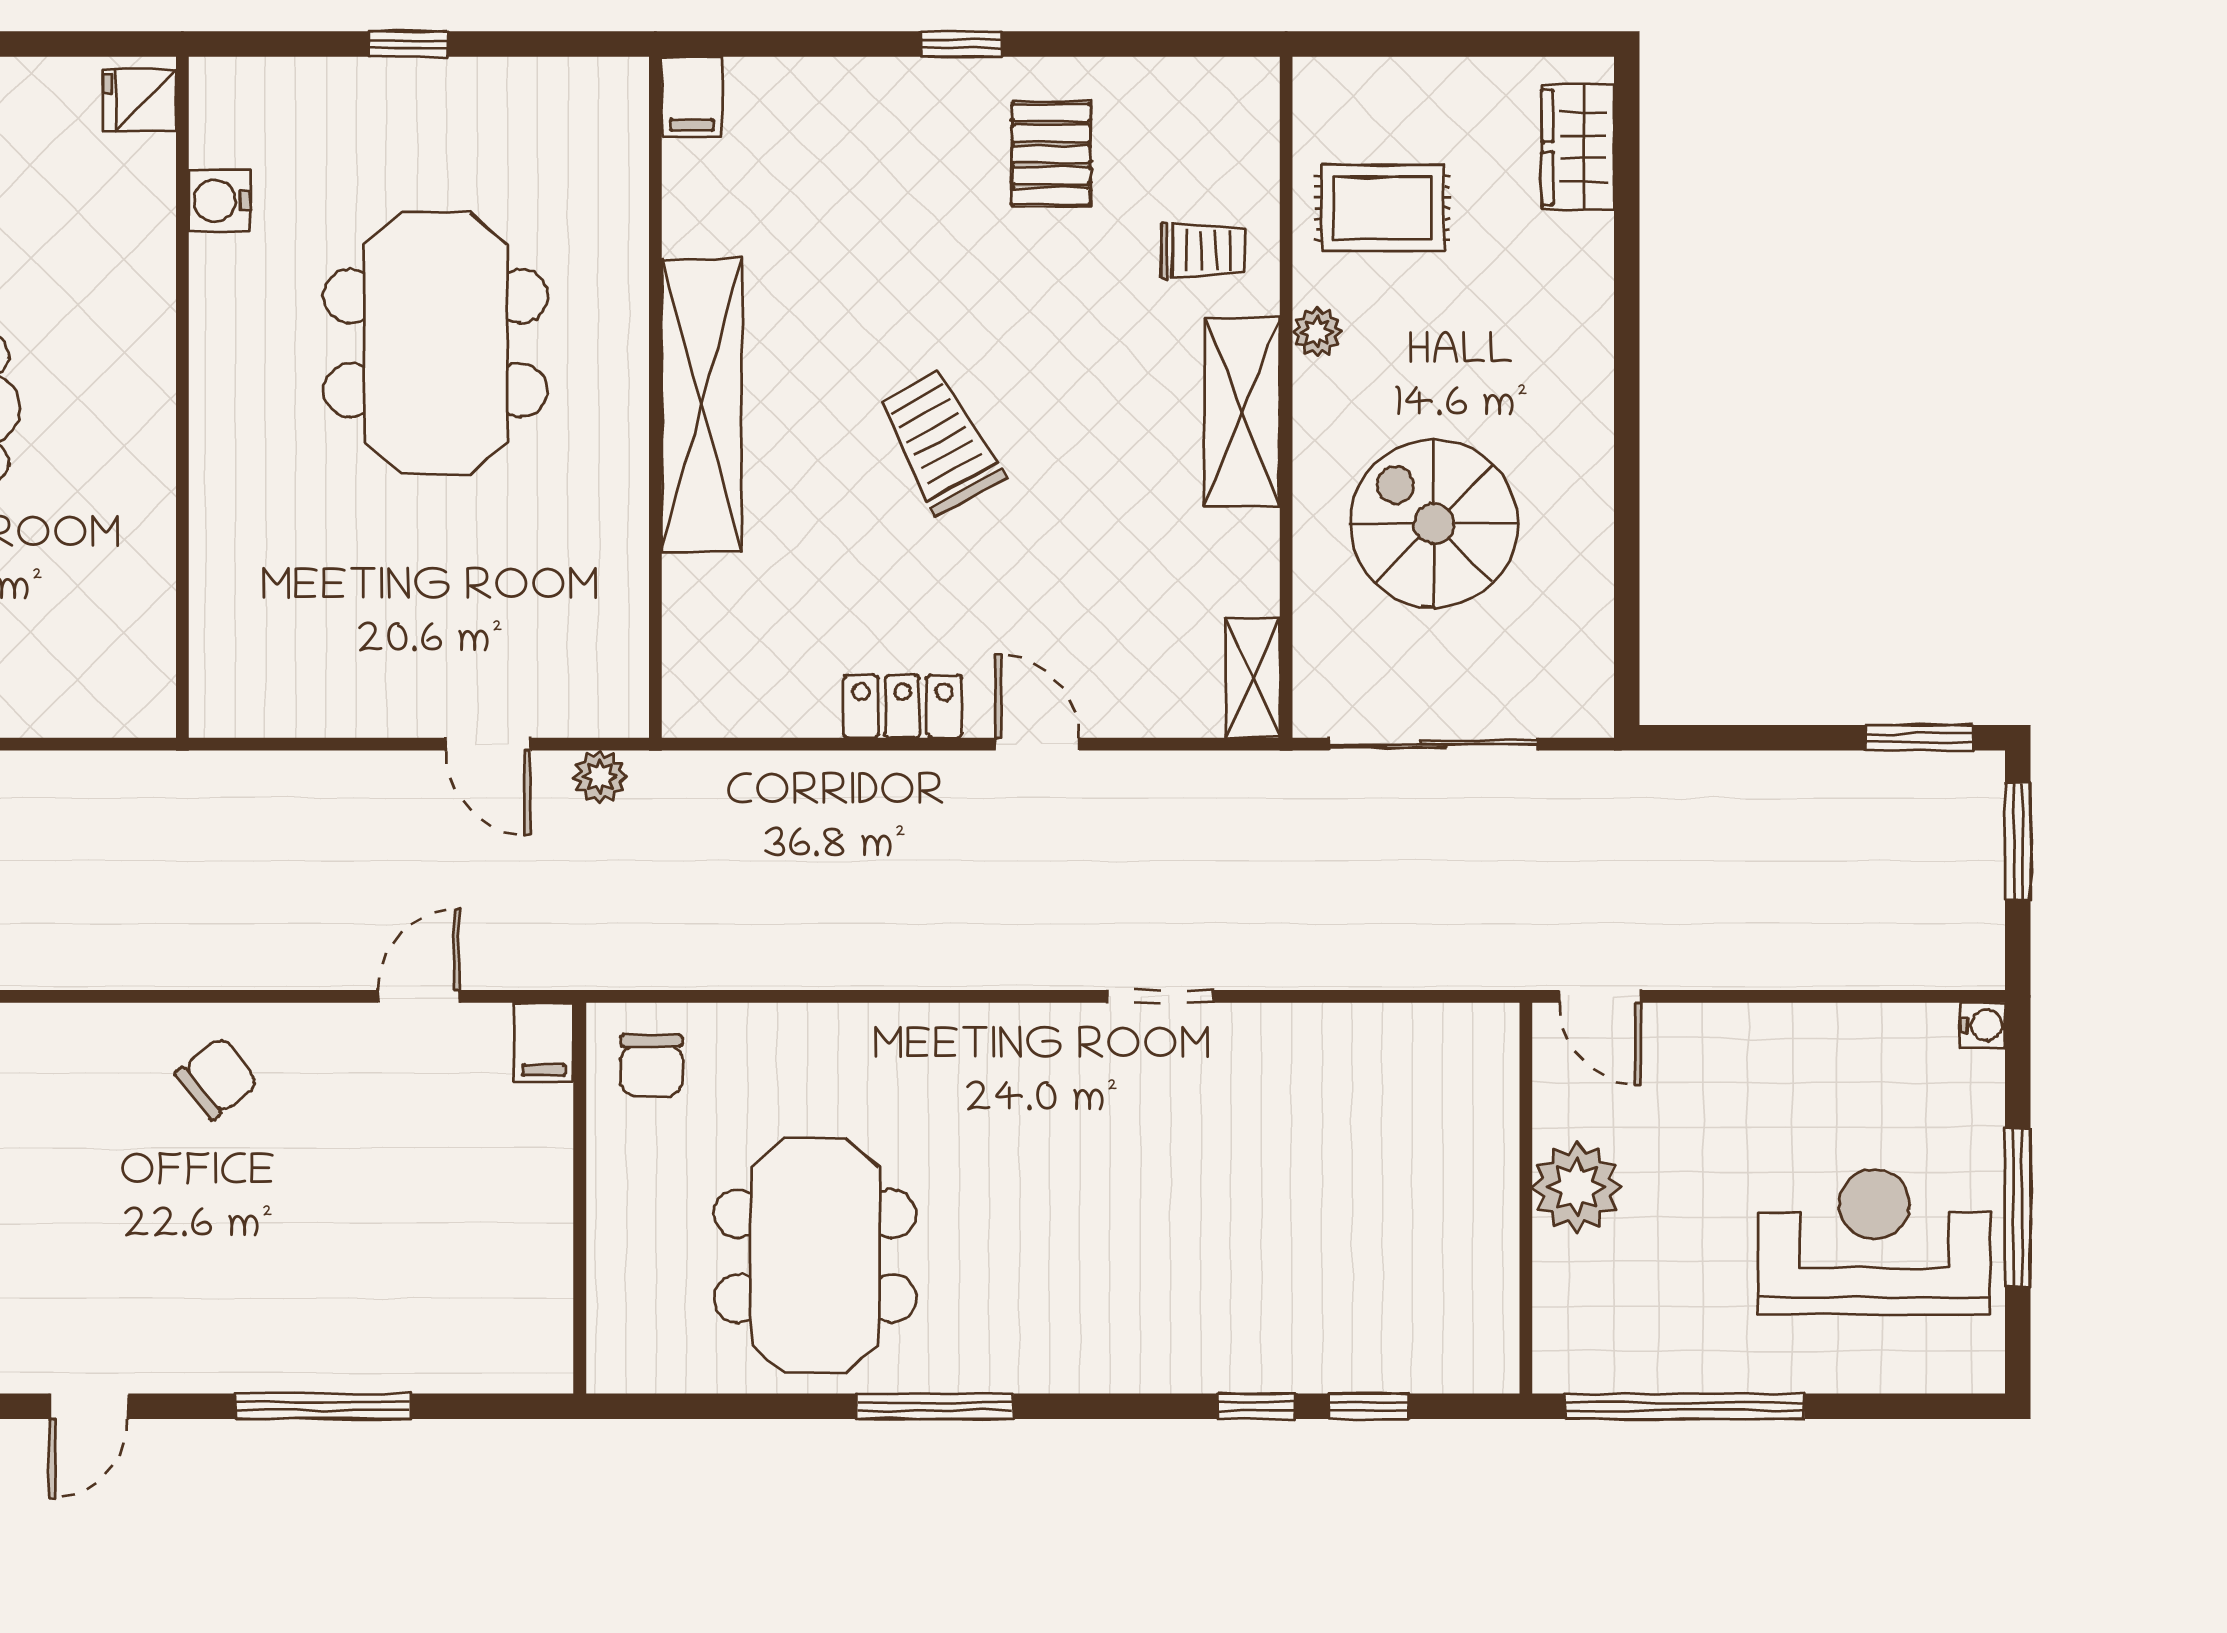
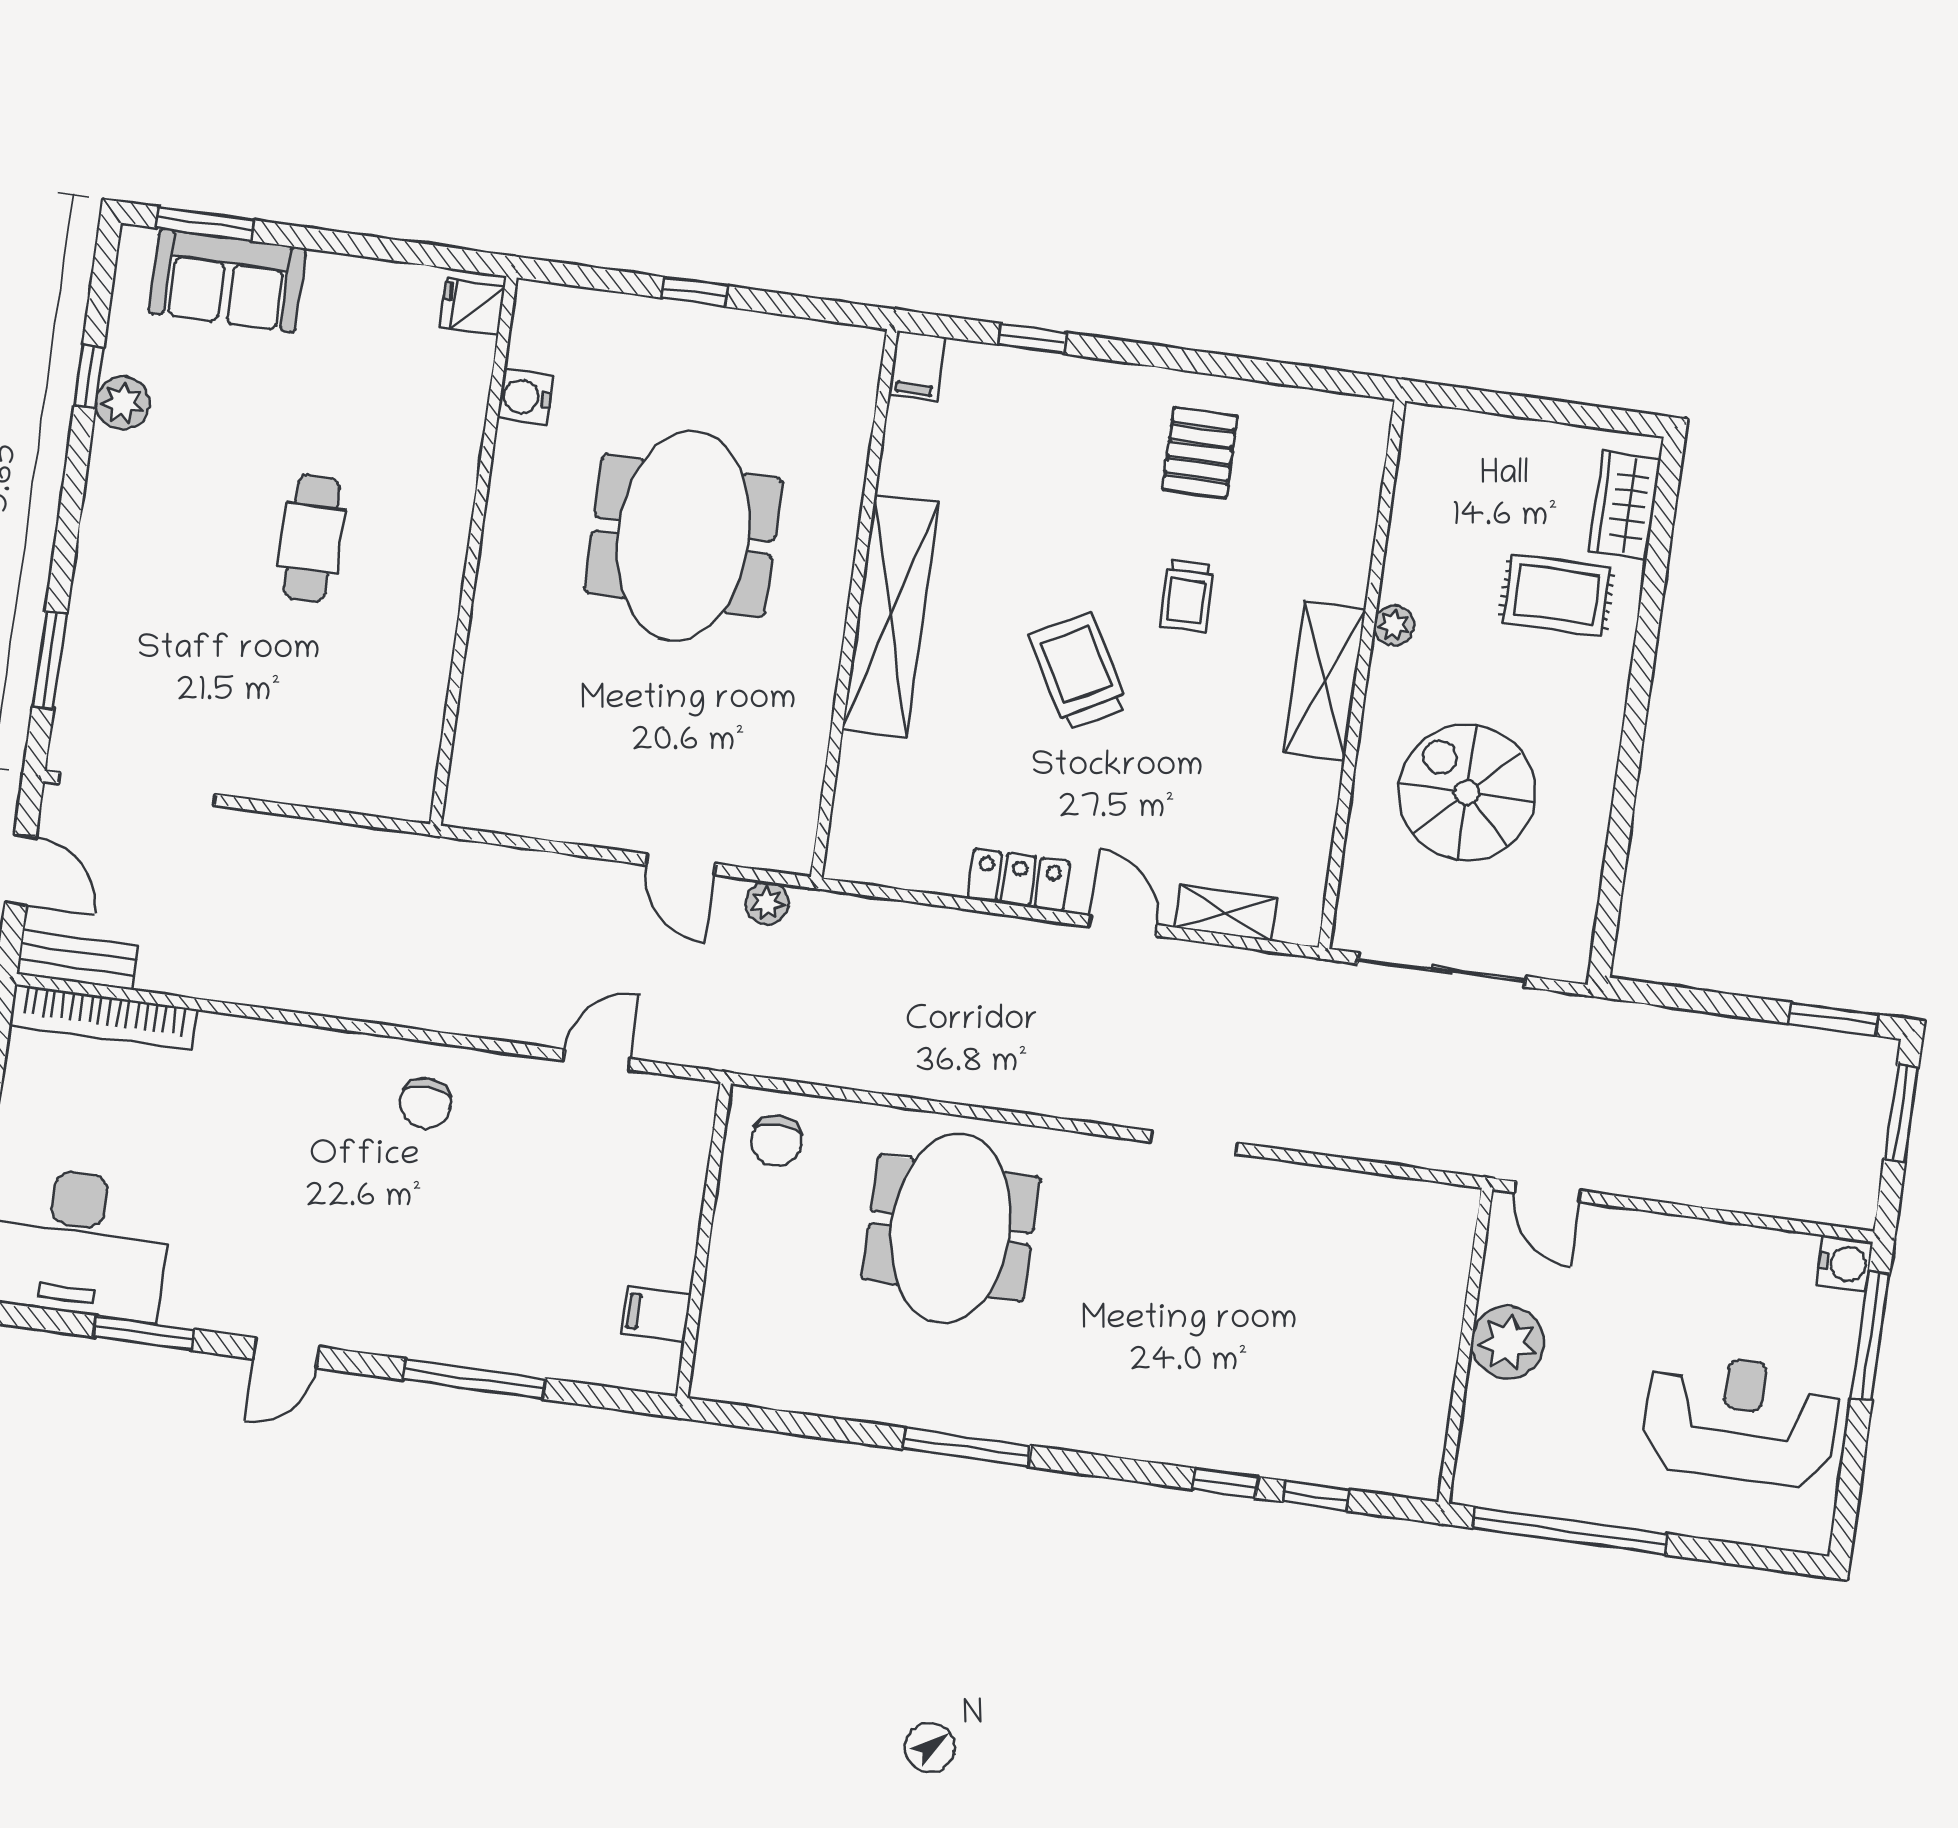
window: (961, 44) -> (1032, 339), moved
rug: (1382, 208) -> (1557, 595), moved
trolley: (1203, 251) -> (1187, 596), moved, turned 90
shelving: (1253, 678) -> (1226, 913), moved, turned 90
water cooler: (1983, 1025) -> (1844, 1263), width x1.38, depth x1.38
filing cabinet: (544, 1042) -> (656, 1314), moved, turned 90
chair: (217, 1078) -> (425, 1103), turned 129
window: (2018, 1208) -> (1870, 1336), moved
meeting table: (815, 1256) -> (951, 1228), moved

